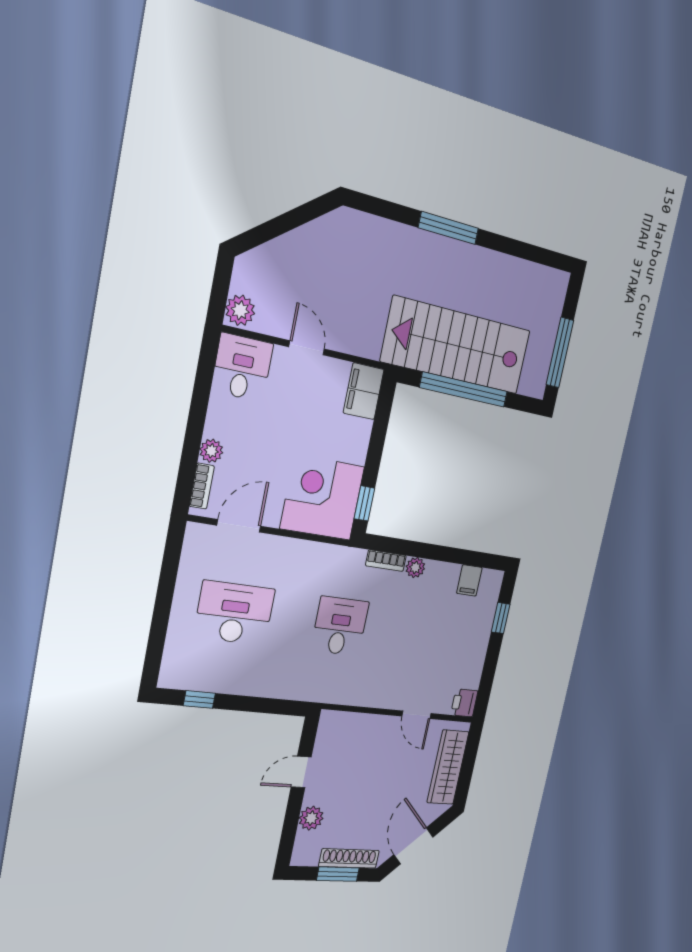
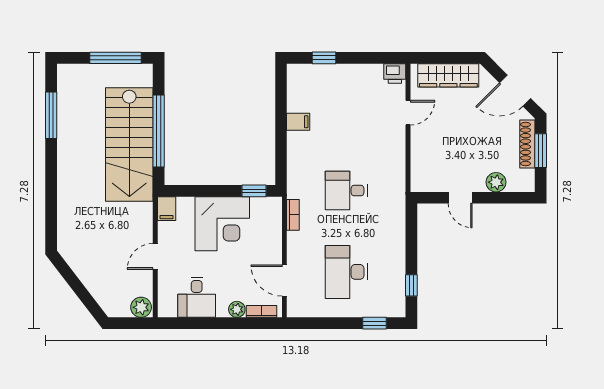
window: (449, 228) -> (51, 115), moved
desk: (242, 367) -> (197, 297), moved, turned -90
filing cabinet: (364, 391) -> (167, 209), width x0.50
corner desk: (322, 498) -> (222, 224), moved, turned -90
bookcase: (386, 561) -> (293, 215), moved
plant: (415, 568) -> (295, 140), removed
filing cabinet: (469, 580) -> (298, 122), moved
window: (156, 644) -> (374, 323), added

